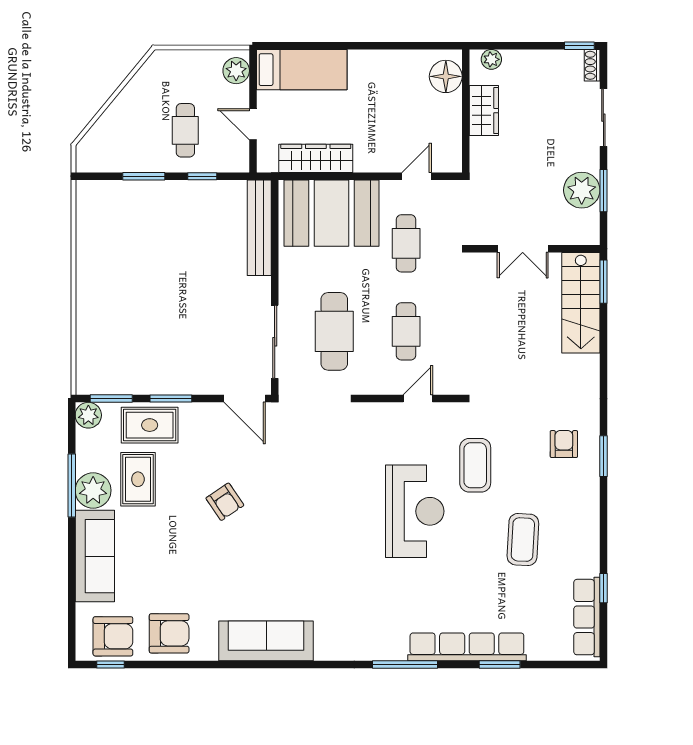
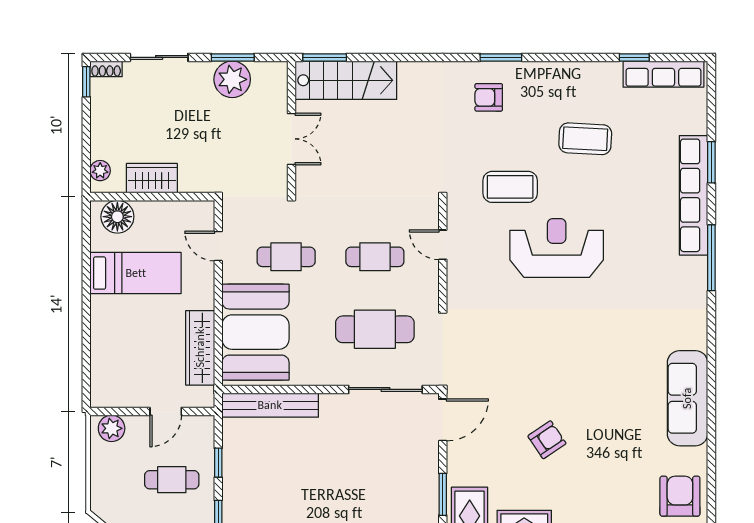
bed: (302, 70) -> (136, 273), moved, turned 90

